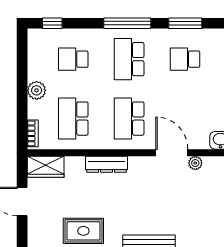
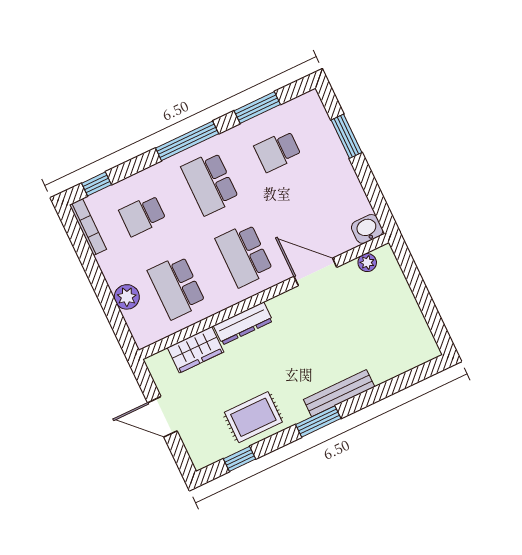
plant: (37, 90) -> (127, 297), moved
bookcase: (33, 133) -> (88, 227), moved, width x1.56
plant: (195, 163) -> (367, 263), moved
wardrobe: (46, 167) -> (195, 350), moved

